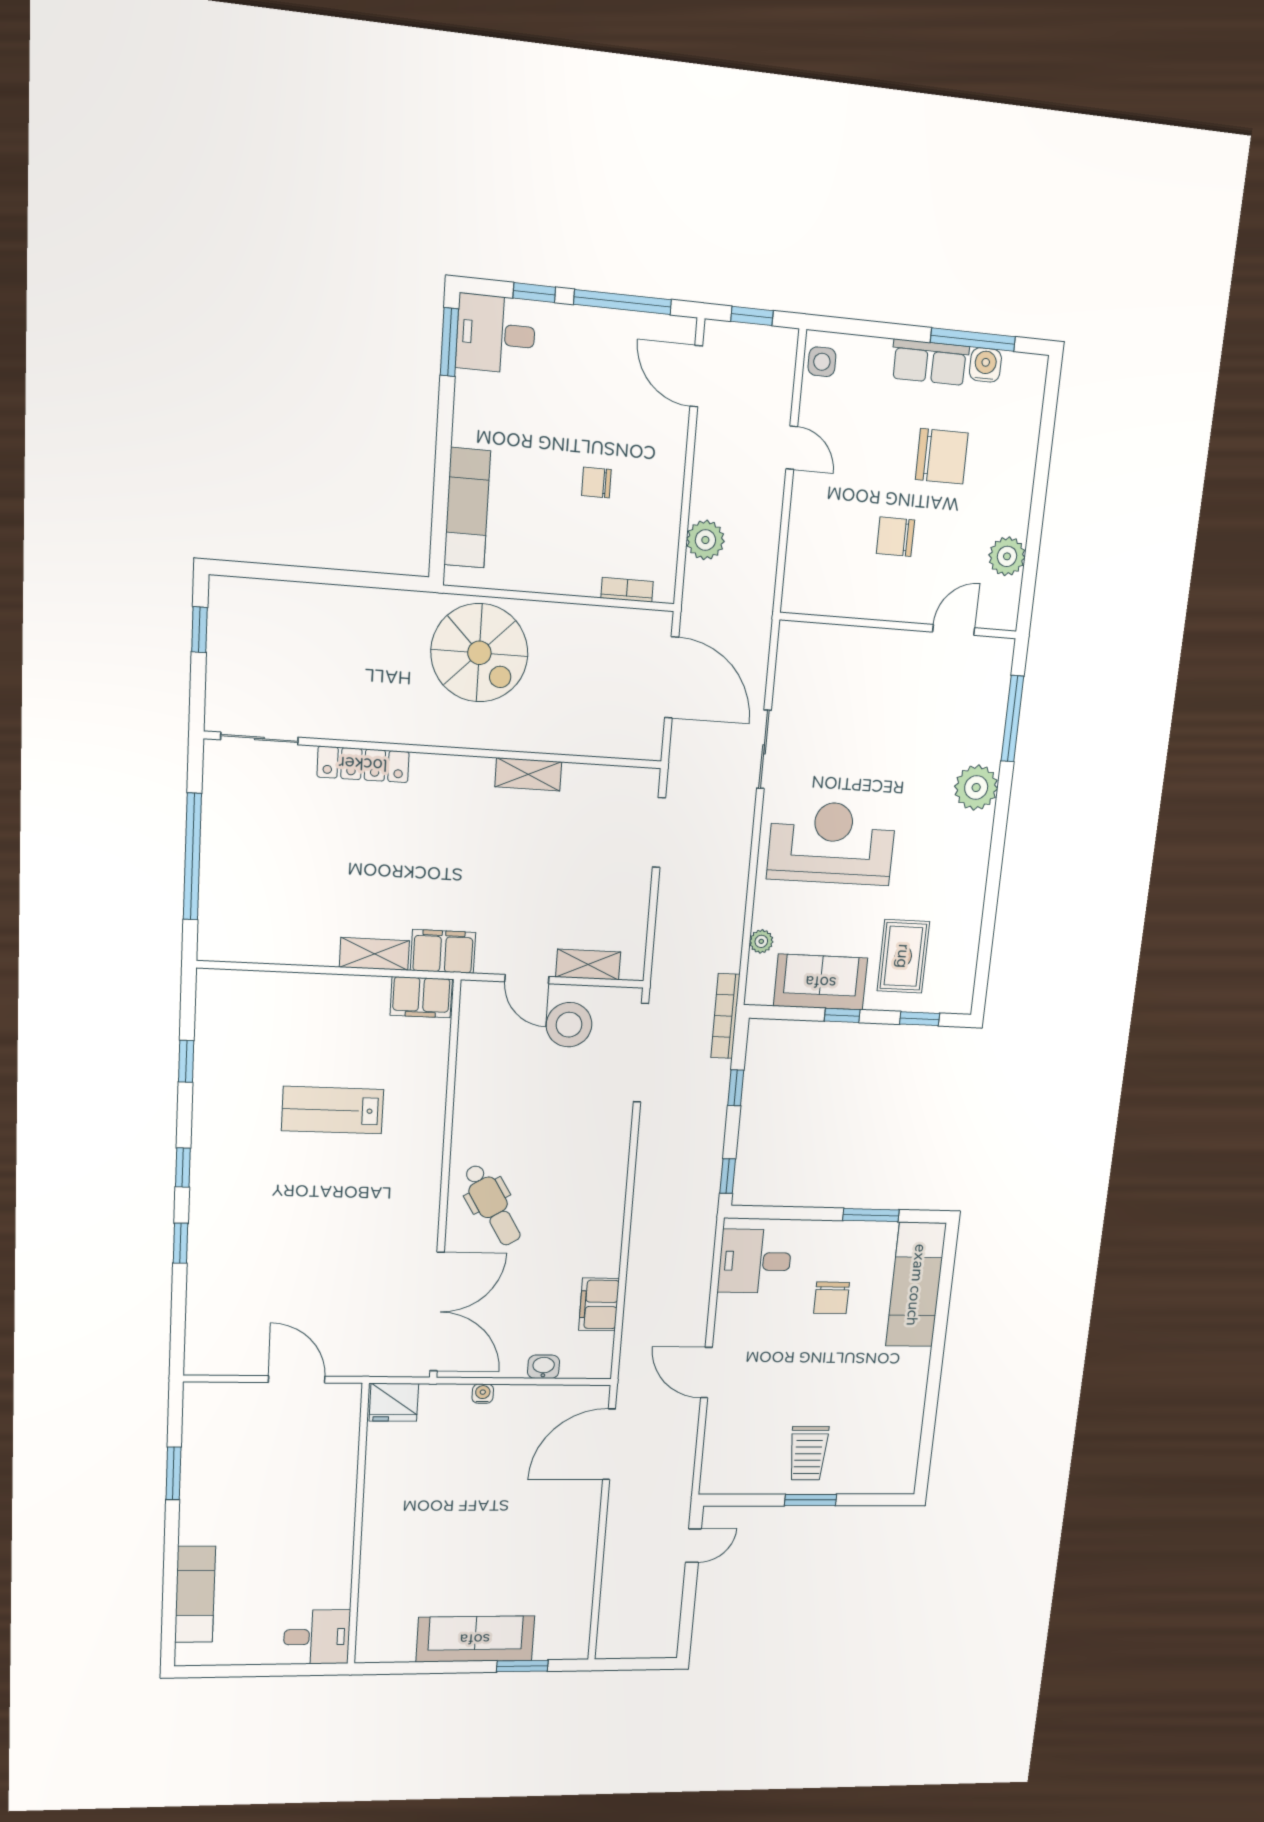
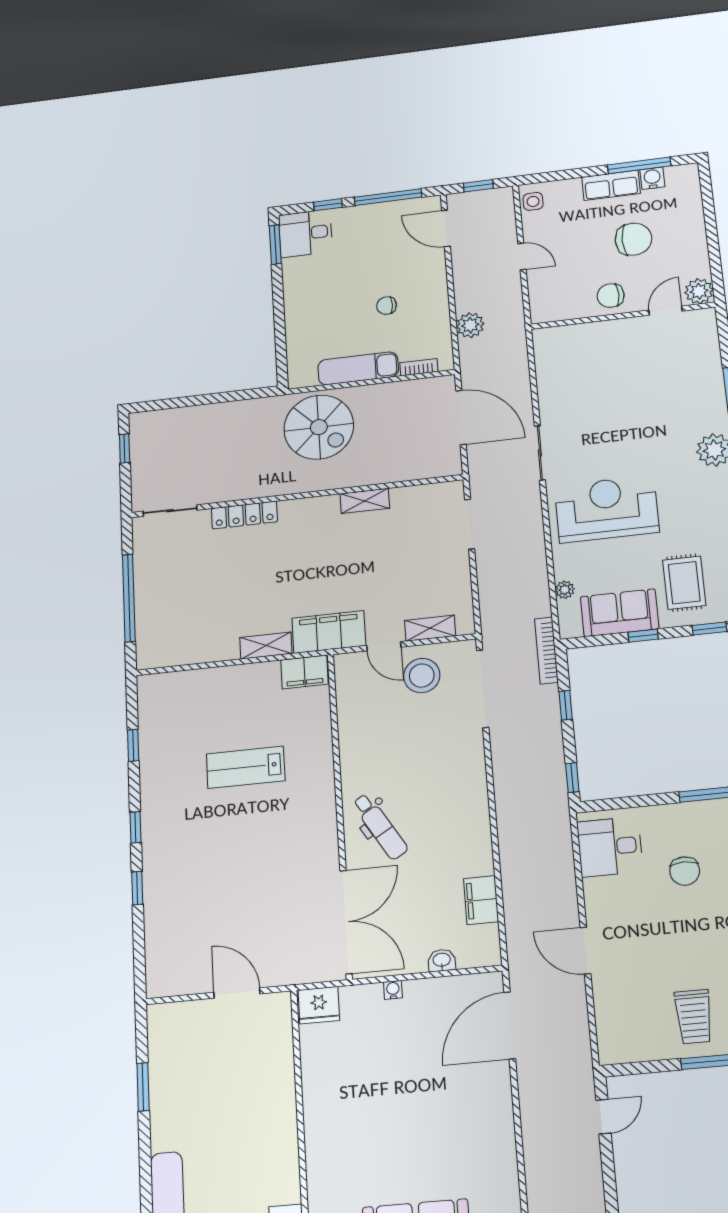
exam couch: (467, 508) -> (358, 368), moved, turned -90
wall: (899, 626) -> (623, 316), moved
door: (954, 630) -> (666, 311), moved
filing cabinet: (443, 951) -> (329, 632), width x1.50, depth x1.17

